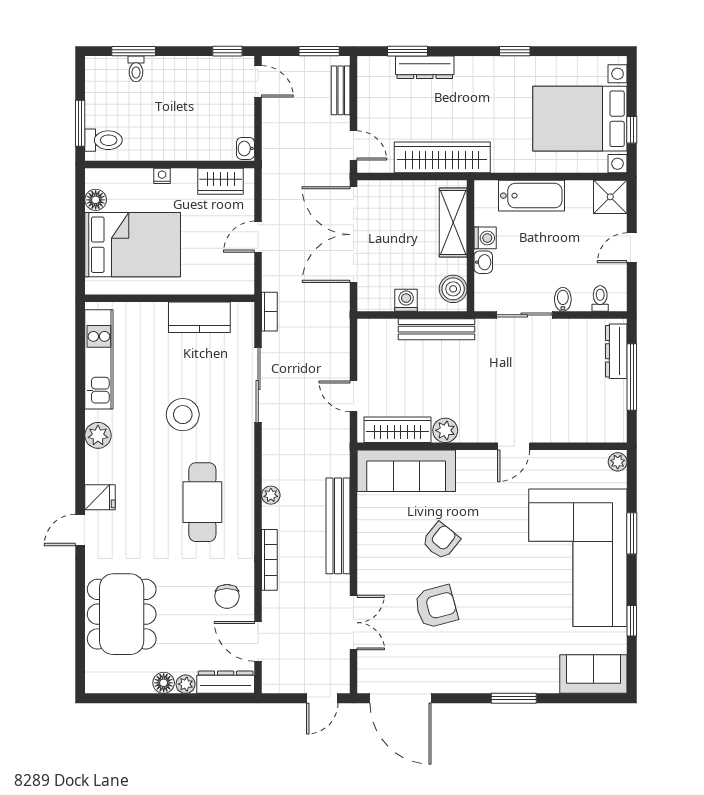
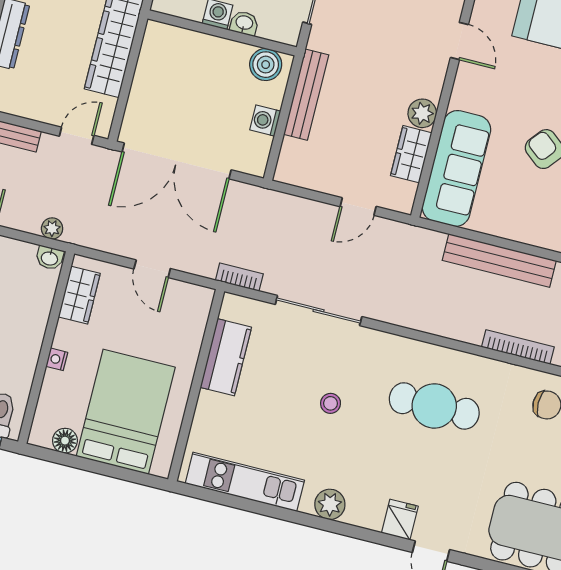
shelving: (453, 222) -> (191, 46), removed
stool: (183, 415) -> (331, 403), width x0.53, depth x0.53
wardrobe: (397, 430) -> (411, 154), width x0.67
plant: (271, 495) -> (52, 228), moved

